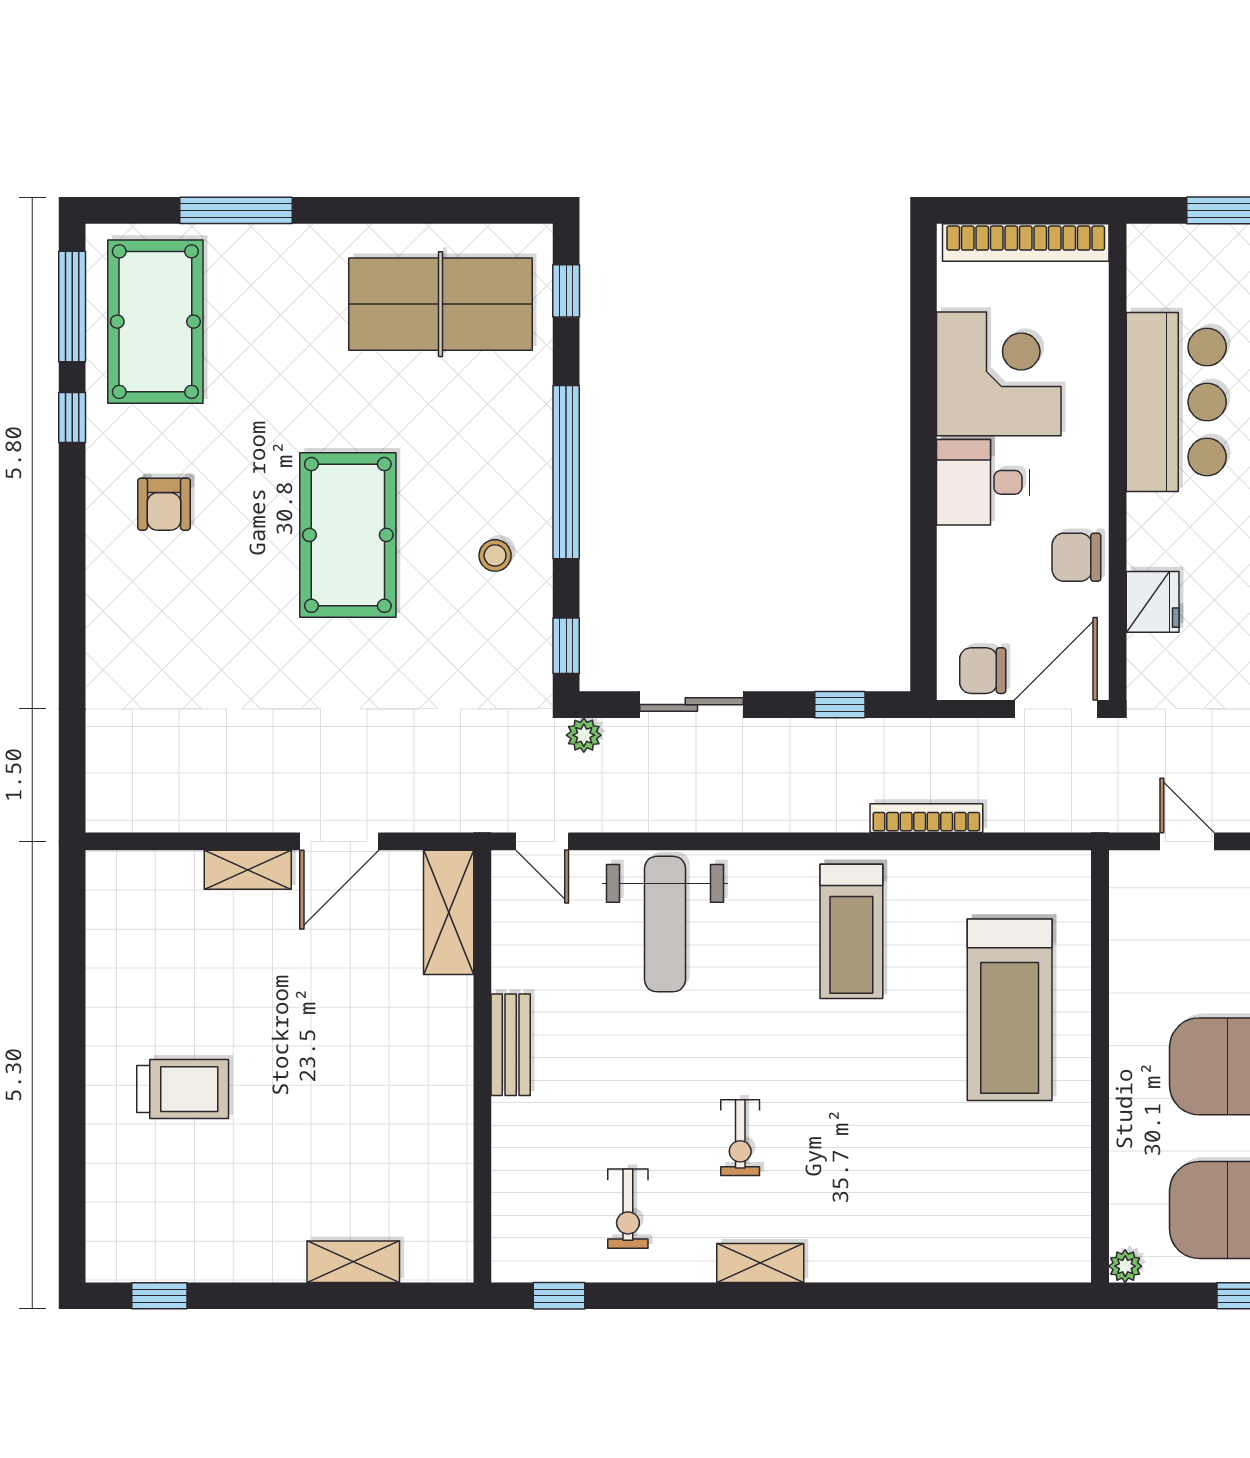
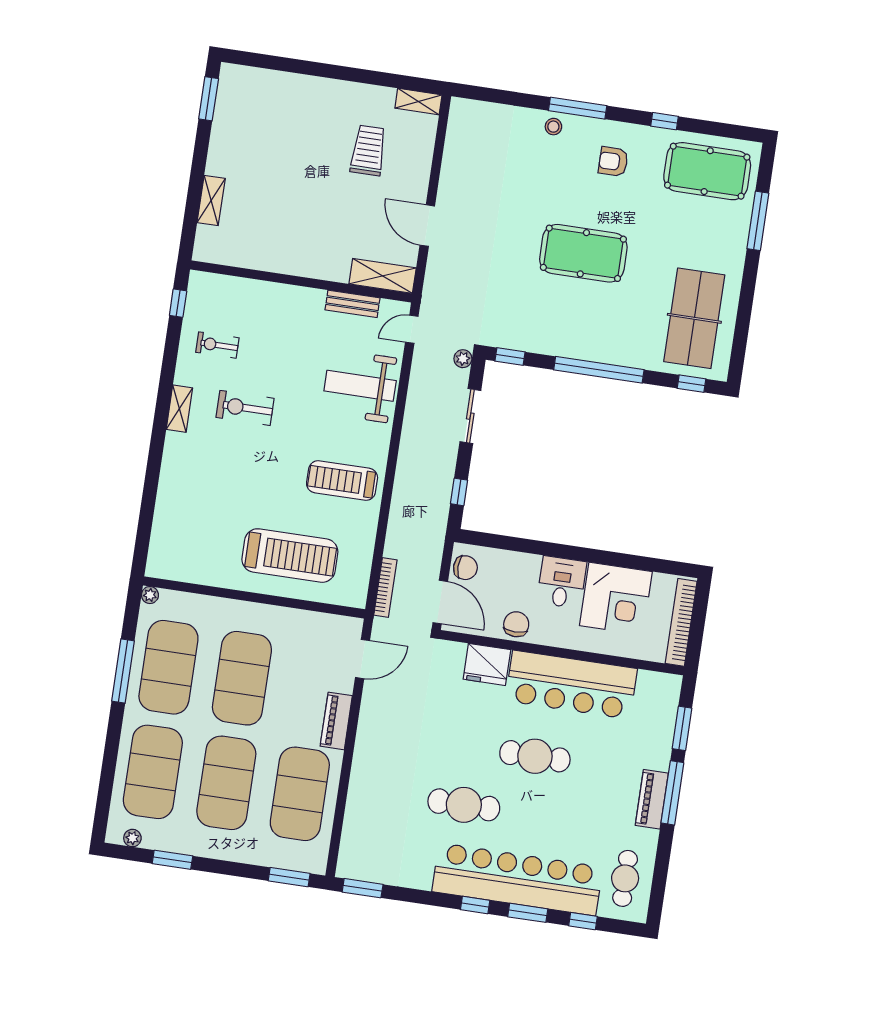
window: (72, 306) -> (578, 108), moved
bar counter: (1176, 402) -> (571, 685), width x1.36
stool: (495, 555) -> (553, 127), moved
fridge: (1153, 602) -> (487, 664), width x1.36, depth x1.34
chair: (983, 671) -> (465, 568), turned 90
bookcase: (926, 818) -> (385, 587), moved
door: (1187, 841) -> (362, 659), width x1.38
shelving: (248, 870) -> (418, 102), moved, turned 90
treadmill: (1010, 1010) -> (290, 556), turned 180
bench: (511, 1045) -> (353, 304), moved
trolley: (183, 1089) -> (368, 150), moved, turned 180
exercise bike: (740, 1138) -> (245, 408), width x1.38, depth x1.39
window: (159, 1296) -> (209, 99), width x1.50

